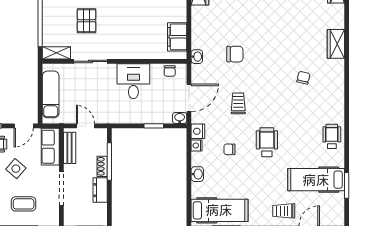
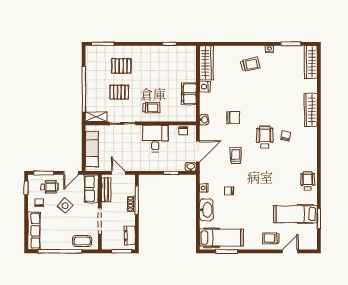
pallet: (87, 21) -> (119, 92), turned 90
filing cabinet: (177, 37) -> (189, 94), moved
trolley: (128, 41) -> (151, 108), added
wardrobe: (336, 44) -> (311, 110), width x1.50
nightstand: (198, 131) -> (205, 87), moved
wheelchair: (267, 142) -> (265, 137), moved
washbasin: (197, 174) -> (206, 210), width x1.91, depth x1.45
dresser: (100, 190) -> (130, 235), moved
coffee table: (24, 204) -> (82, 241), moved

